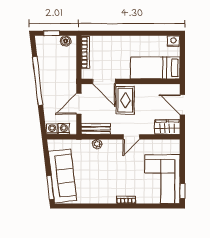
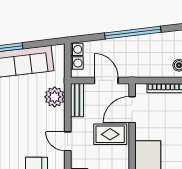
plant: (97, 144) -> (55, 97), width x1.88, depth x1.88

